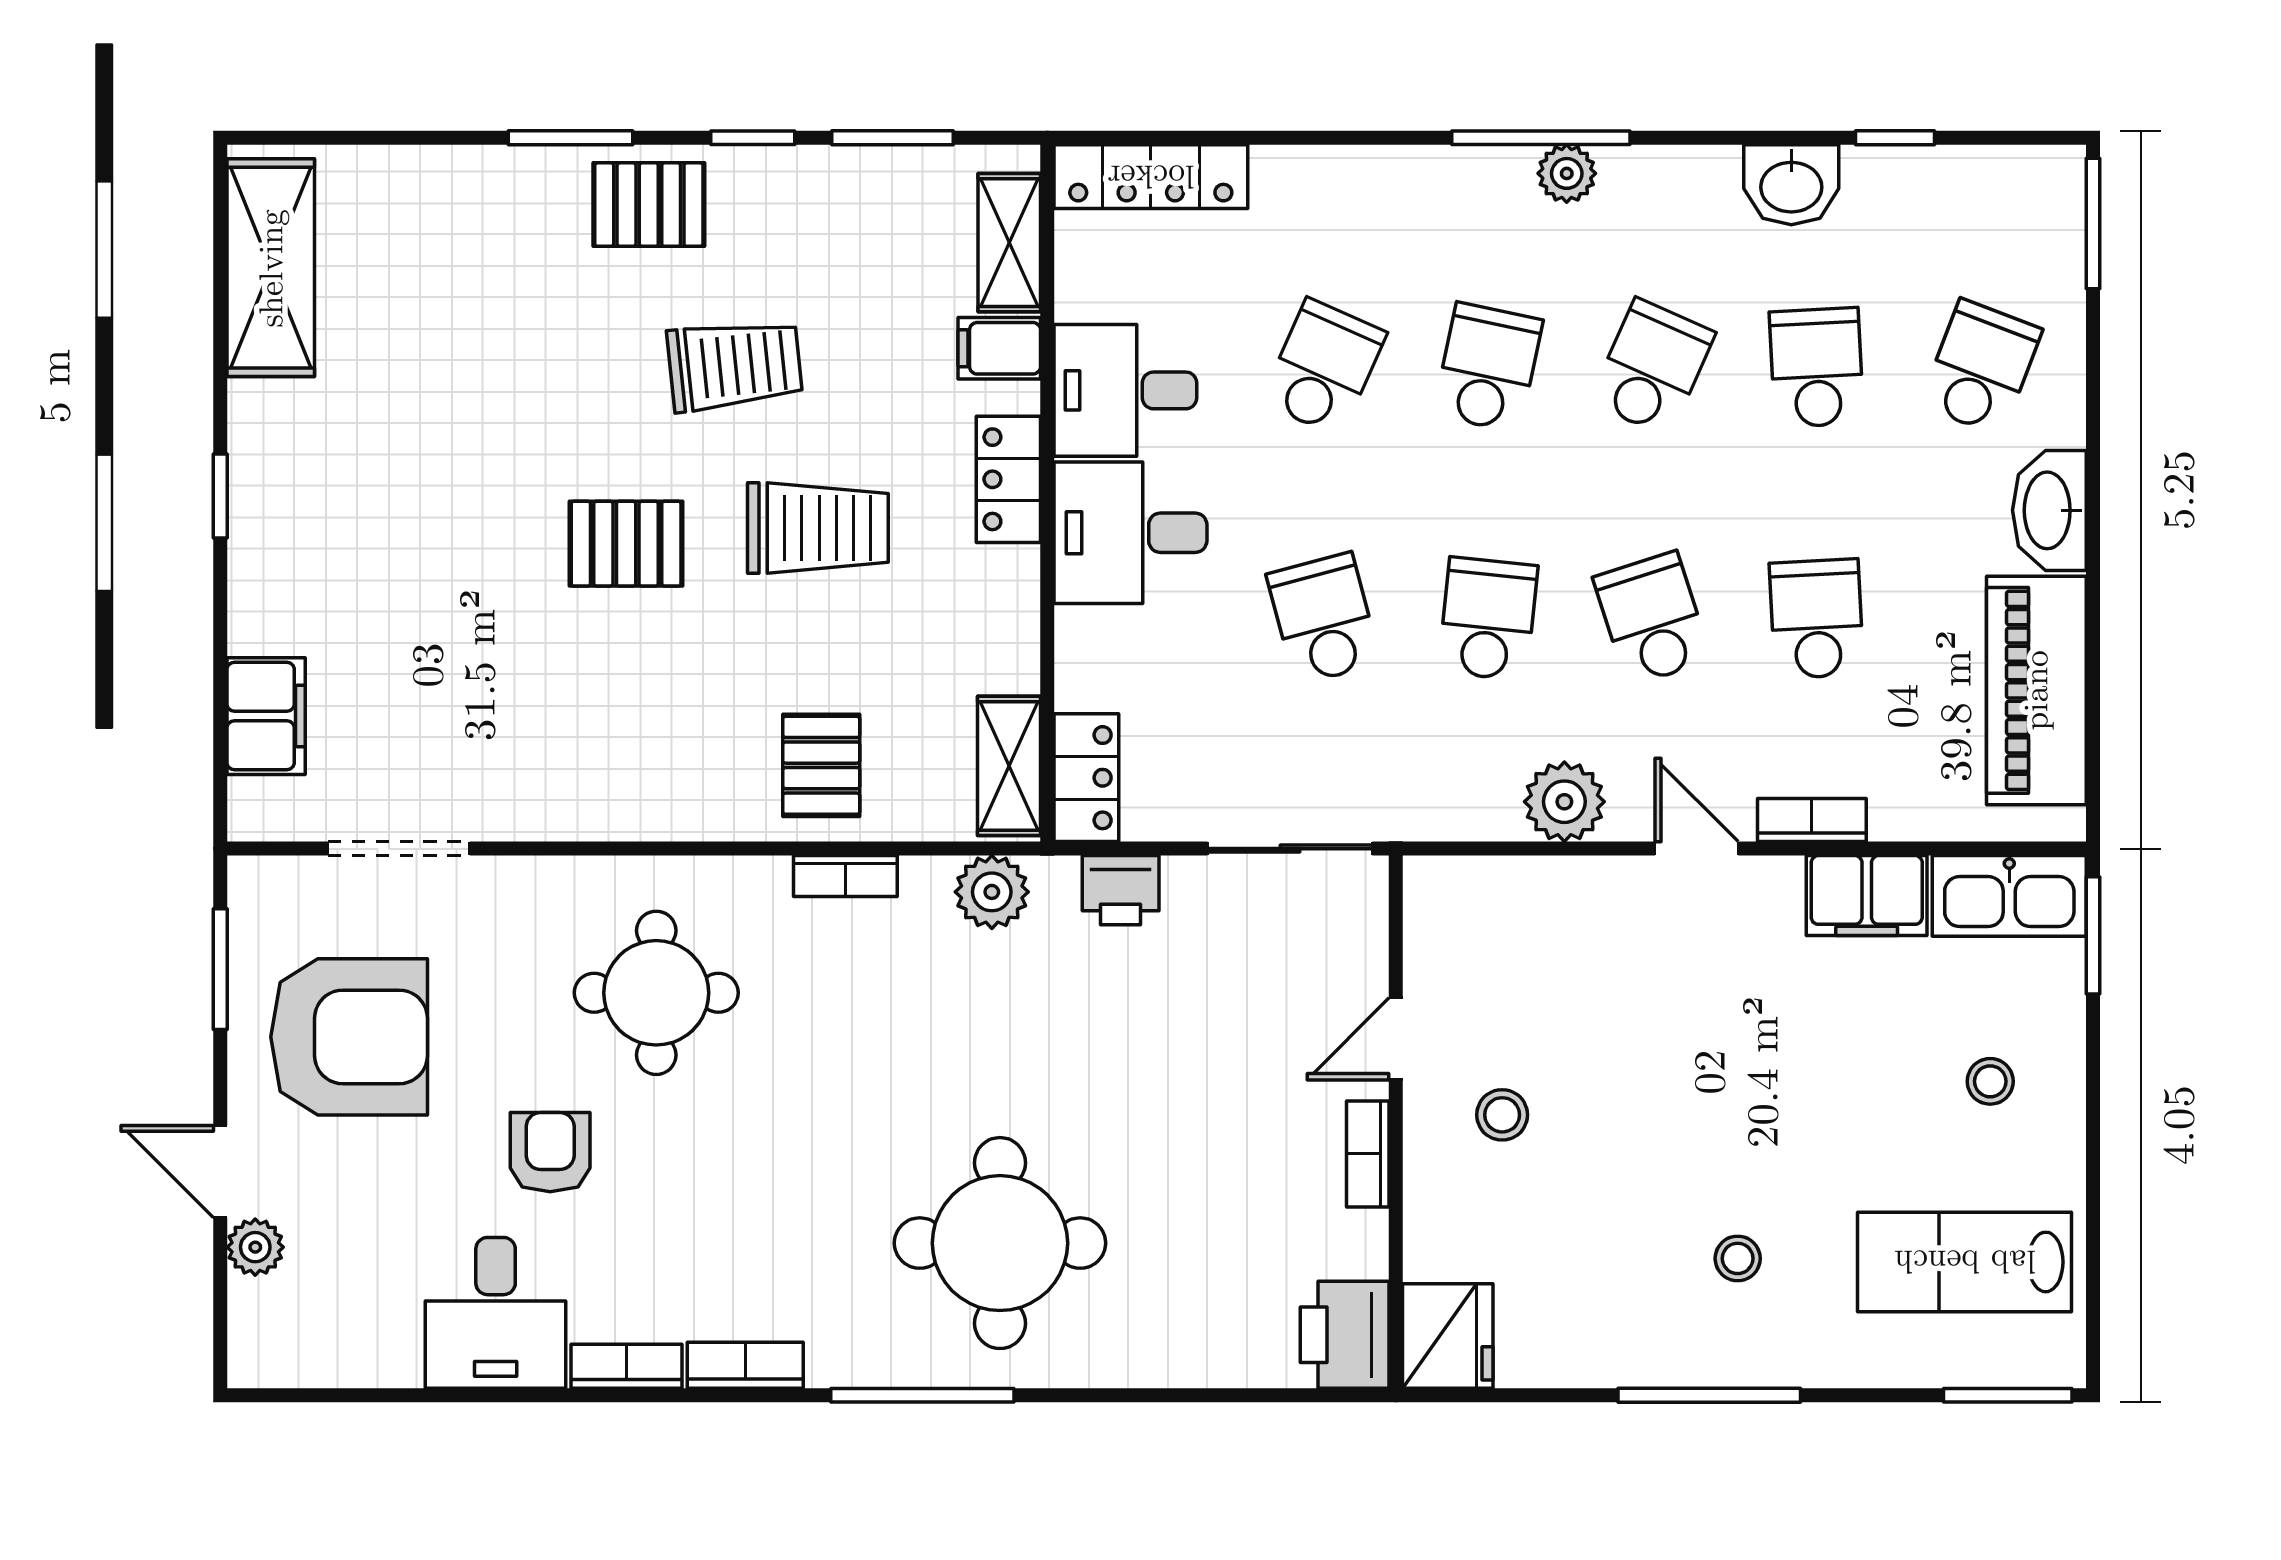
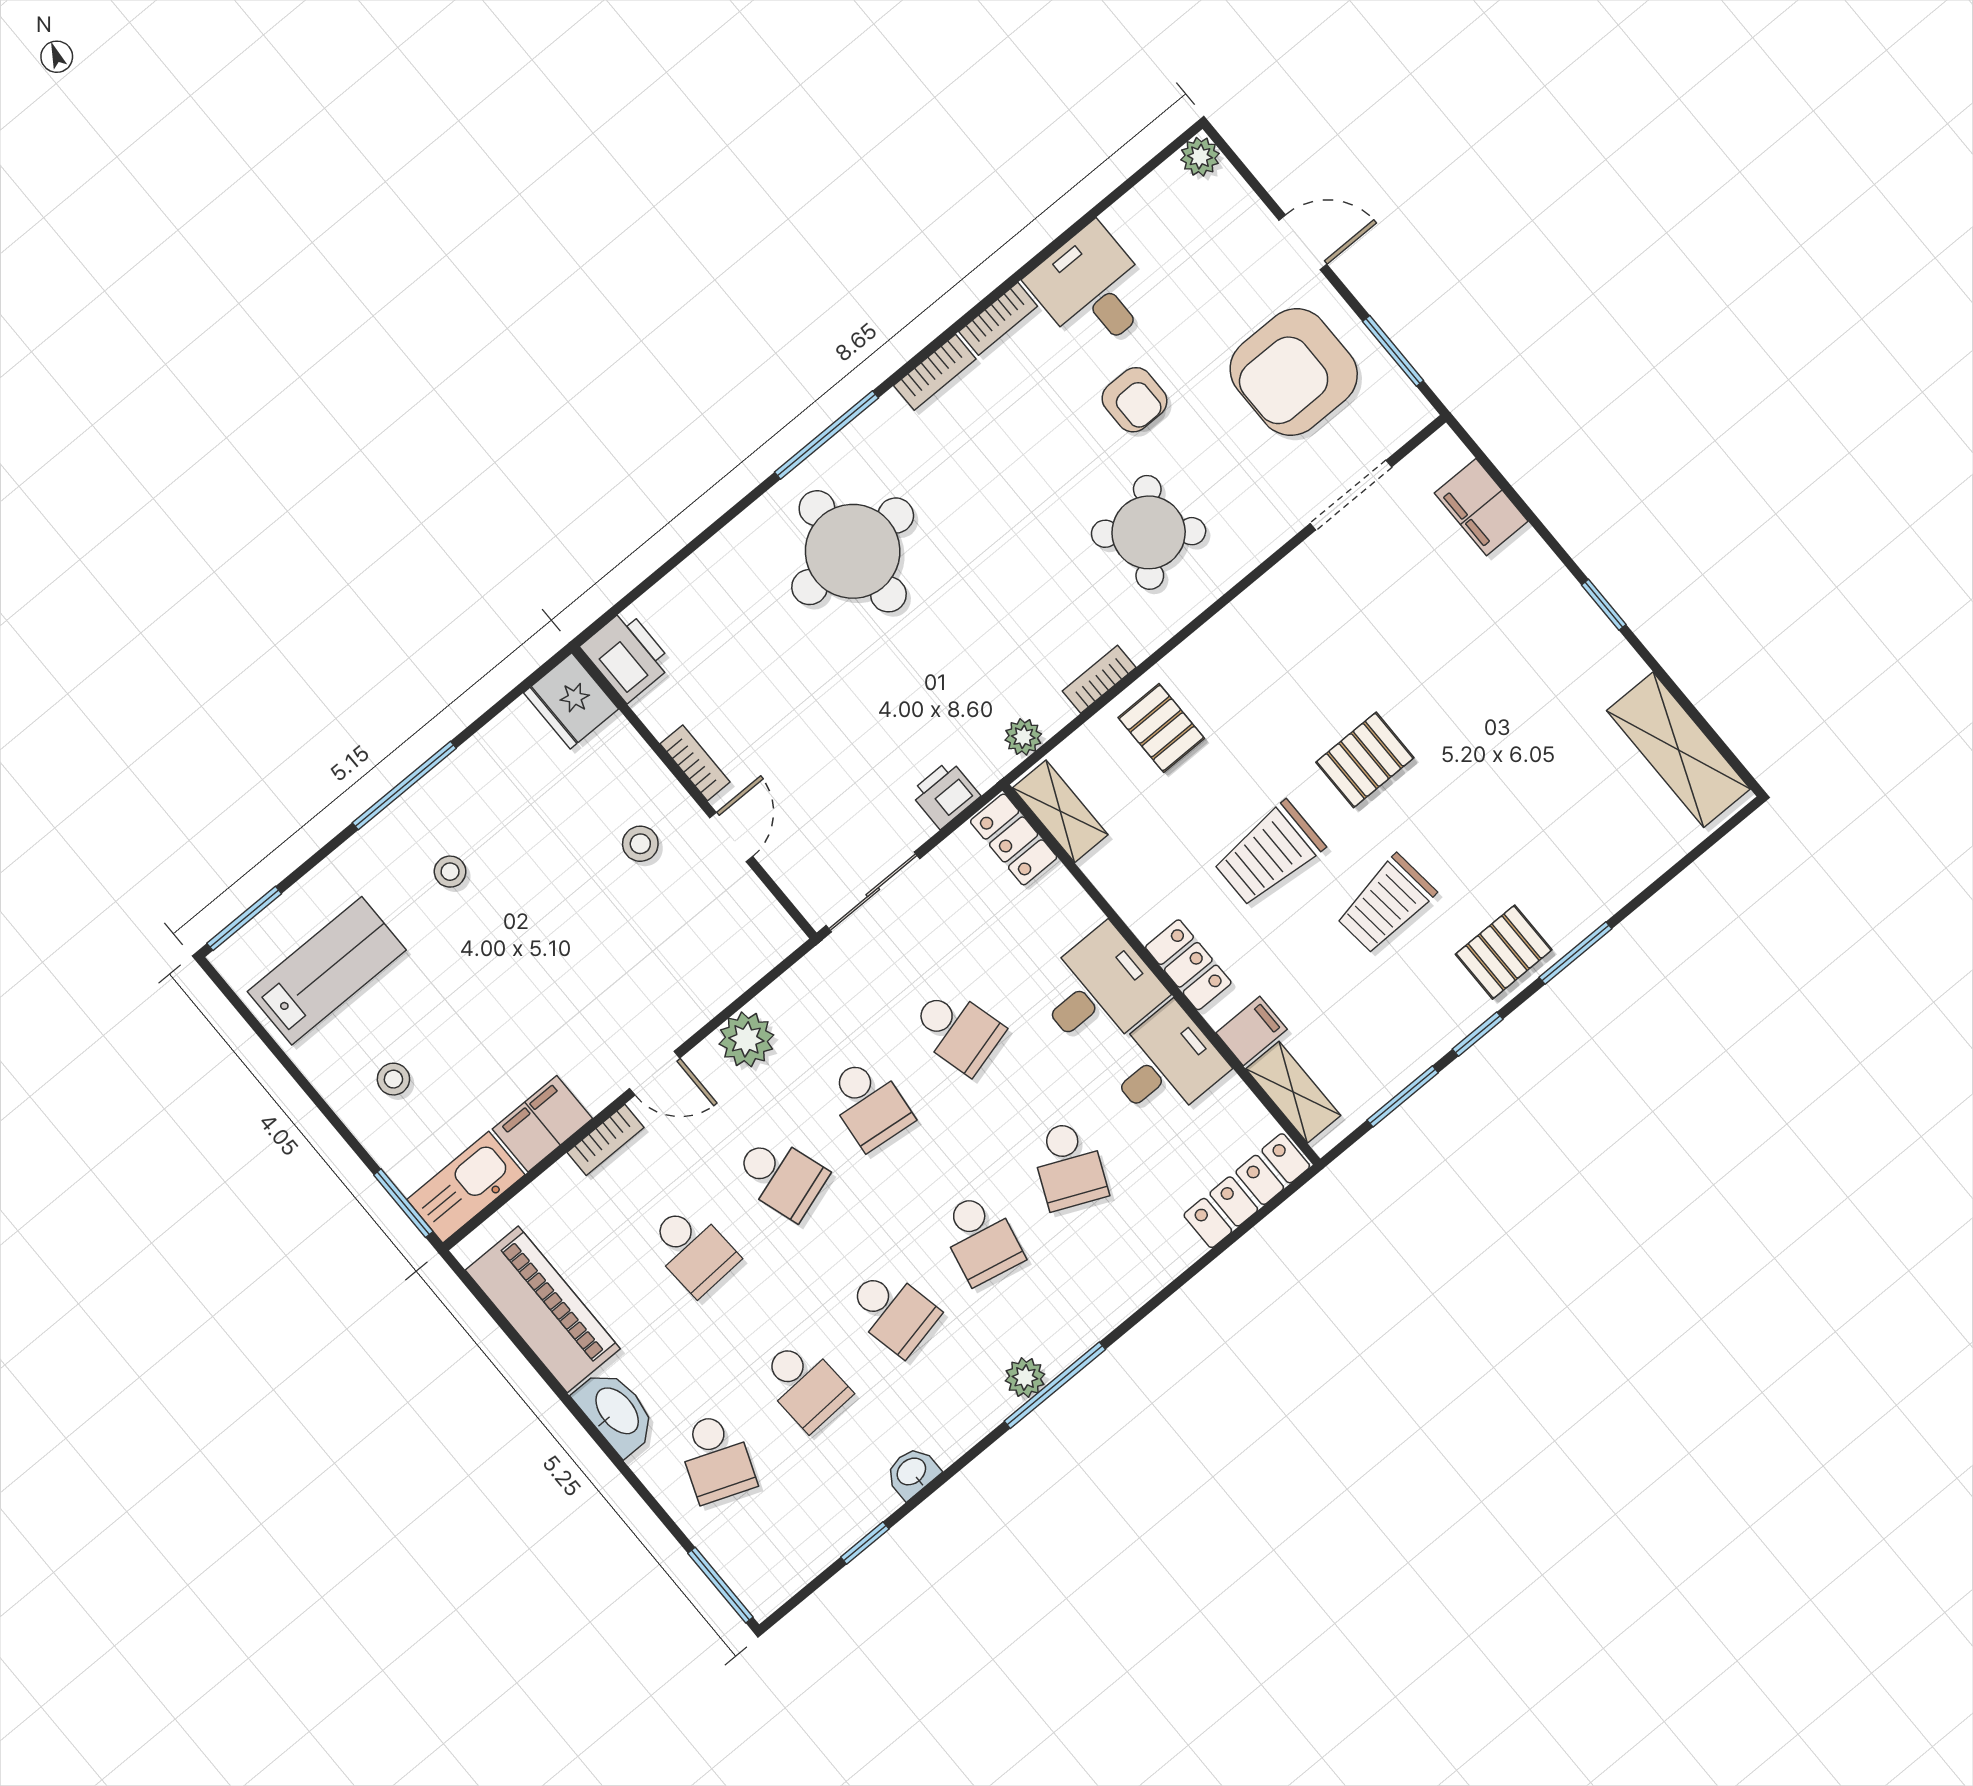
washbasin: (1791, 185) -> (912, 1472), width x0.72, depth x0.69
school desk: (1652, 367) -> (893, 1312), turned -36
plant: (992, 892) -> (1023, 737), width x0.73, depth x0.73
round table: (656, 993) -> (1149, 532), turned 38
plant: (255, 1247) -> (1200, 157), moved

